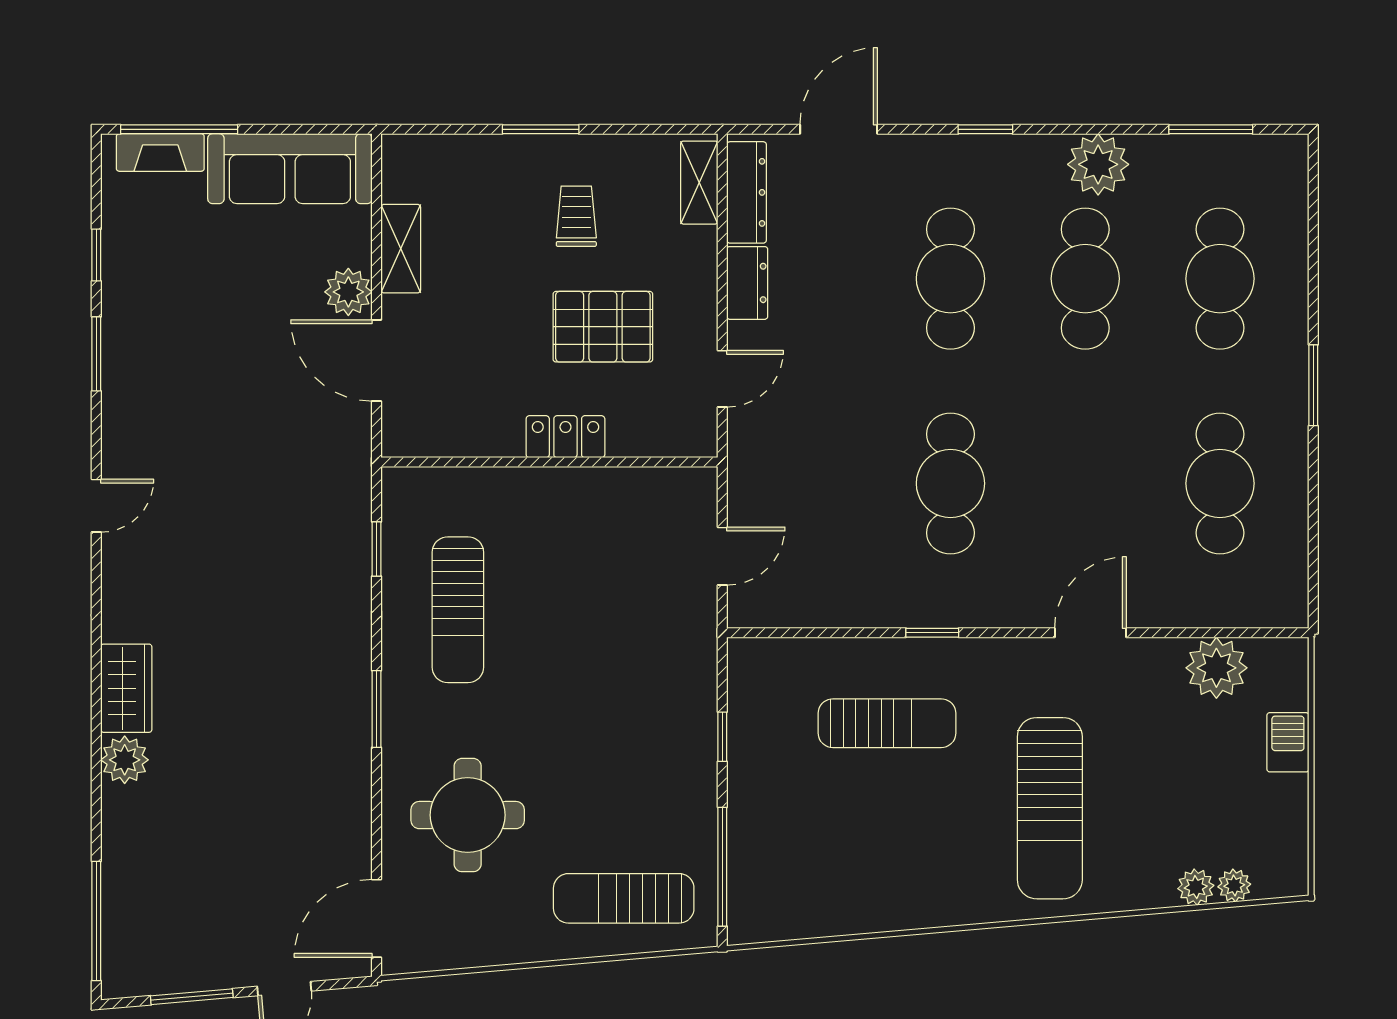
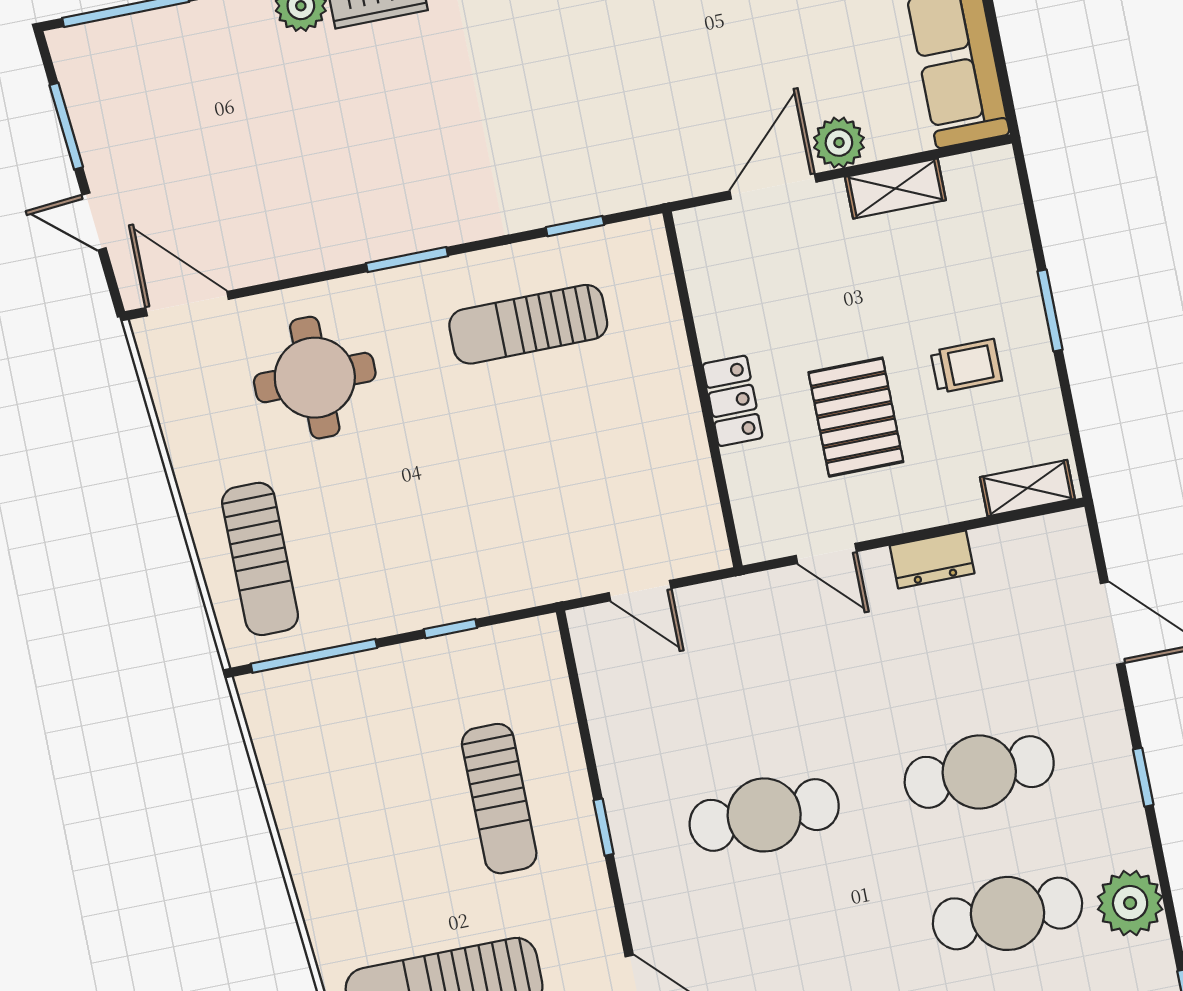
dresser: (747, 192) -> (1027, 540), removed
sun lounger: (624, 898) -> (260, 559), turned 180

